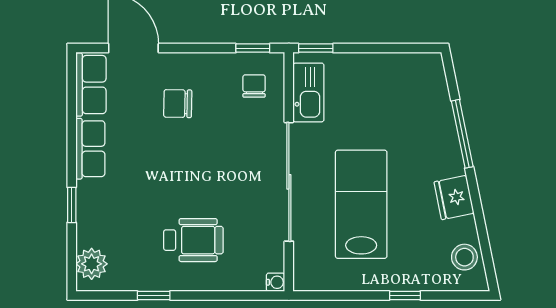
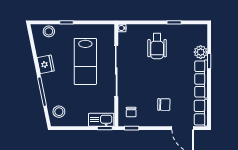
stool: (423, 87) -> (59, 112), added
kitchen sink: (308, 92) -> (101, 120), moved, turned 90
row of seats: (90, 149) -> (201, 79), width x1.48
wheelchair: (193, 240) -> (157, 46), turned -90
stool: (464, 257) -> (49, 31), moved
plant: (92, 264) -> (201, 52), moved

